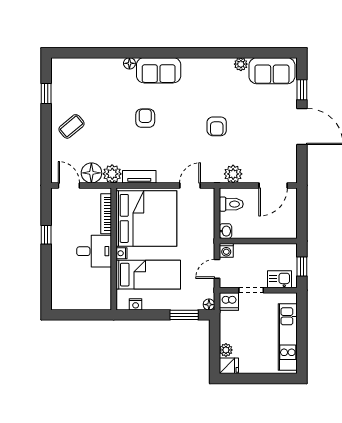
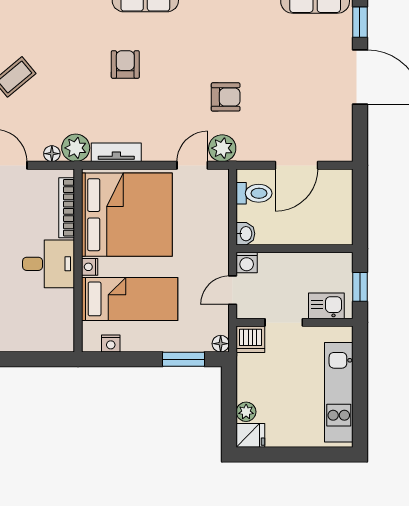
armchair: (217, 126) -> (226, 97), moved, turned -90
floor lamp: (91, 173) -> (52, 154), width x0.53, depth x0.53
plant: (233, 174) -> (222, 148), moved
door: (273, 185) -> (296, 165), moved

